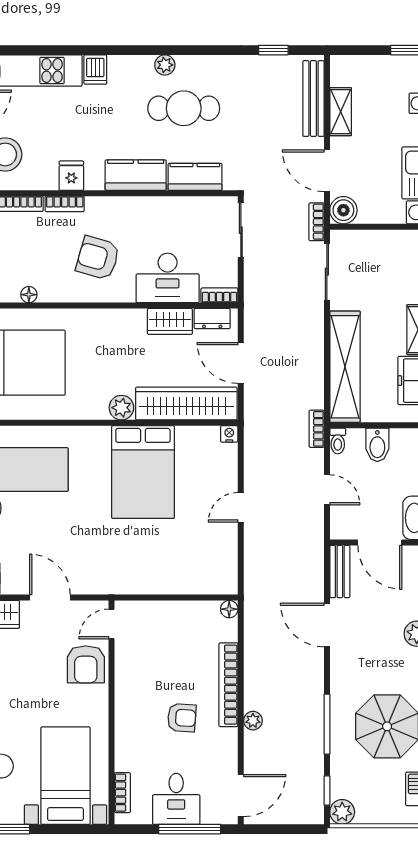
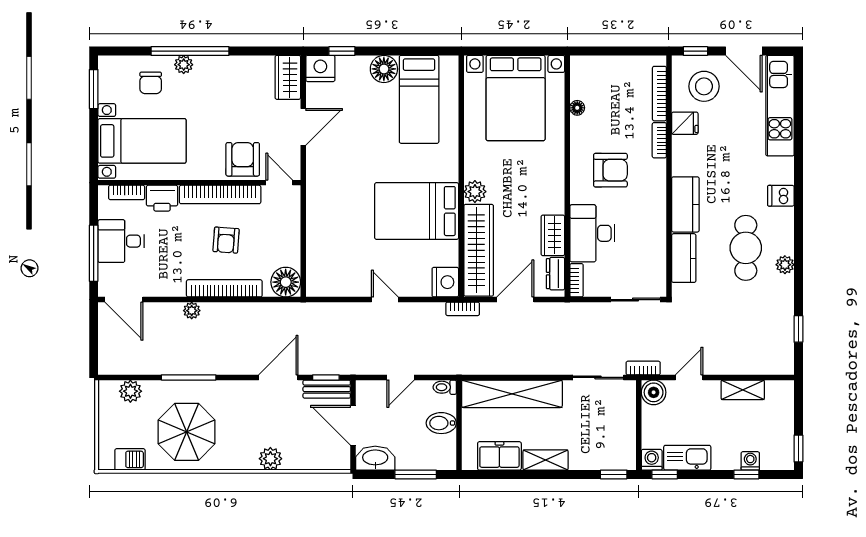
plant: (165, 65) -> (785, 265), moved
dishwasher: (95, 70) -> (781, 196), moved
bench: (313, 99) -> (755, 365), removed
door: (327, 171) -> (689, 377), width x0.73
fridge: (71, 176) -> (685, 123), moved
armchair: (98, 258) -> (610, 170), turned 74
bookcase: (317, 429) -> (463, 309), moved, turned 180
nightstand: (229, 434) -> (445, 282), width x1.89, depth x1.79
door: (380, 542) -> (353, 425), hinge flipped
floor lamp: (229, 609) -> (286, 282), width x1.89, depth x1.89
armchair: (86, 664) -> (243, 159), turned 90
bookcase: (125, 689) -> (220, 194), added
armchair: (182, 718) -> (226, 240), moved
printer: (129, 754) -> (162, 198), added
window: (327, 791) -> (326, 377), moved
plant: (342, 812) -> (130, 391), moved

